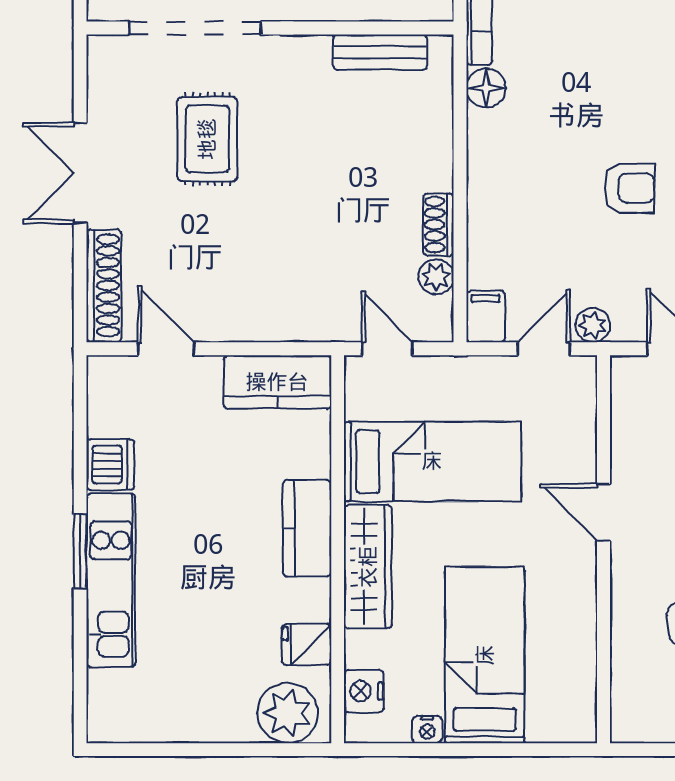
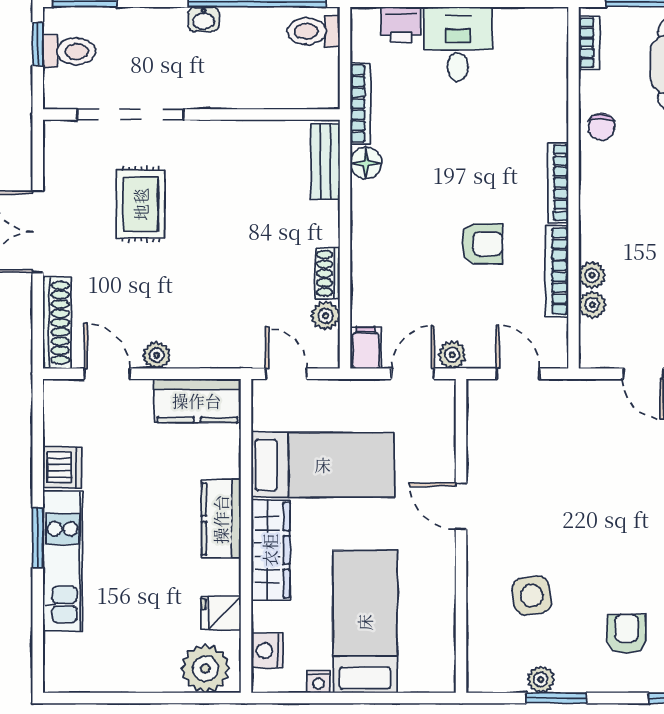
bench: (380, 52) -> (325, 161), moved, turned 90
plant: (227, 326) -> (157, 355), added

